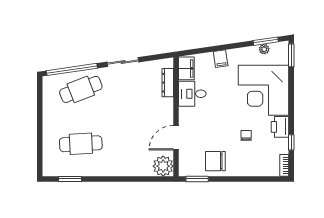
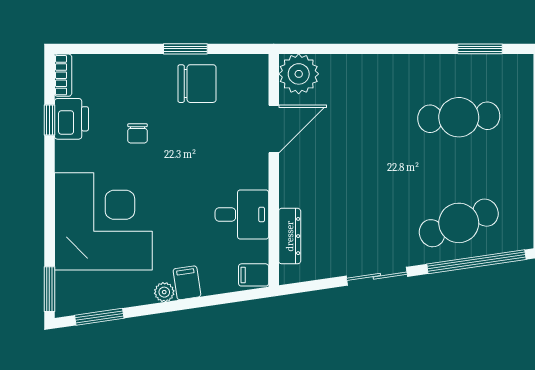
plant: (264, 49) -> (164, 292), moved
filing cabinet: (186, 68) -> (254, 275), width x0.50
printer: (280, 127) -> (71, 119), moved
window: (197, 179) -> (185, 49), moved

